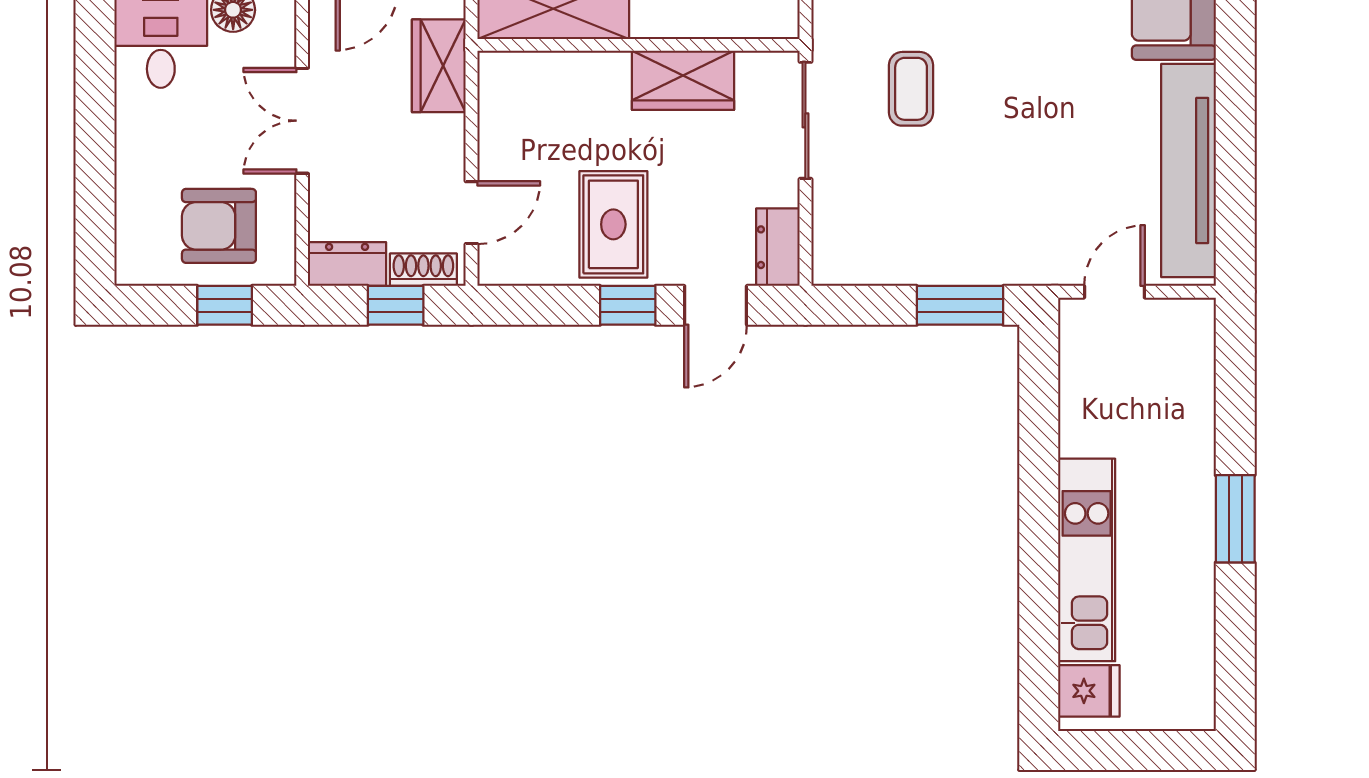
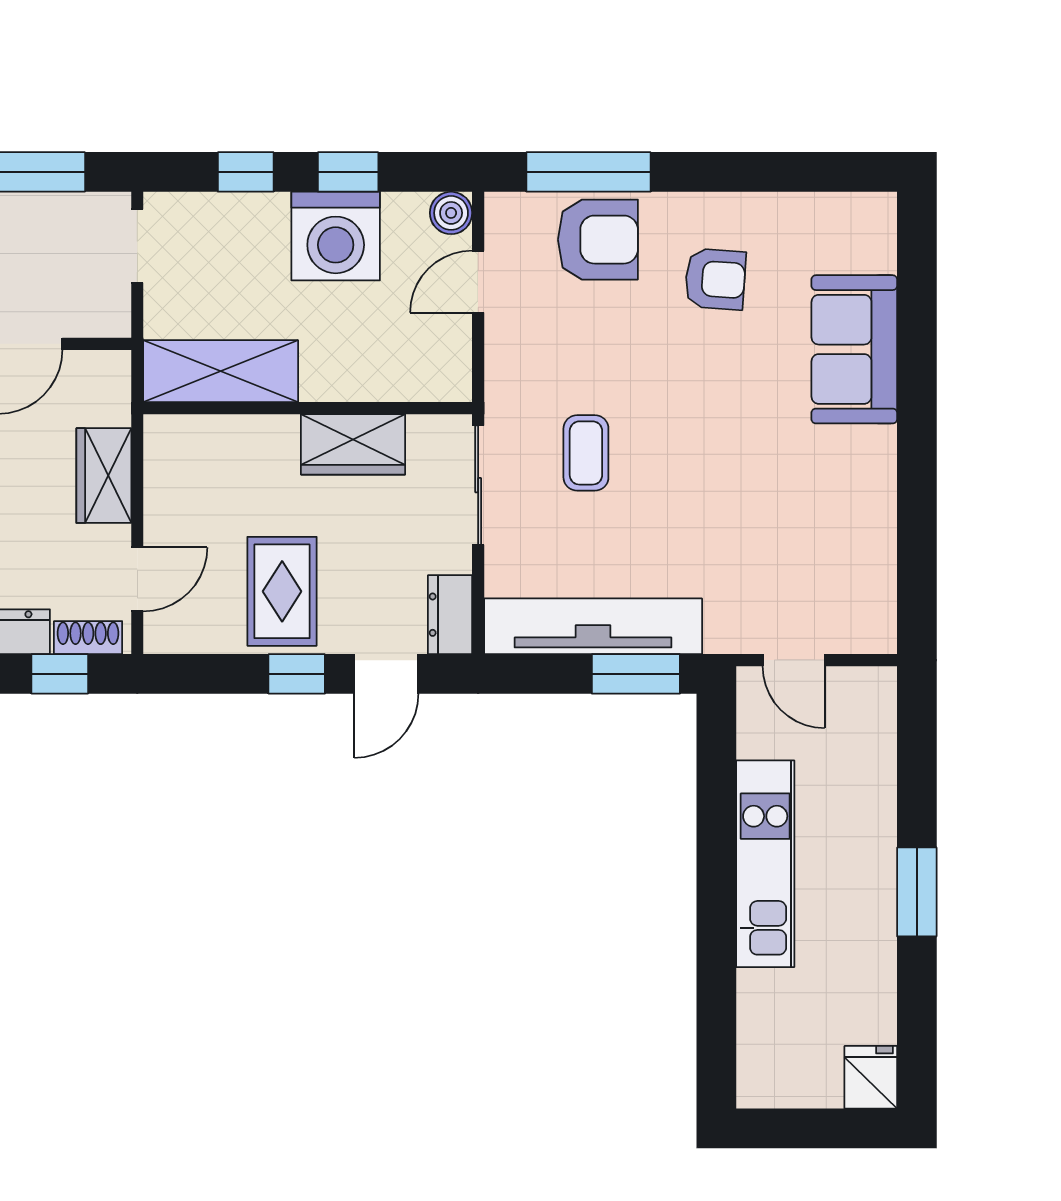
wardrobe: (439, 66) -> (104, 476), moved
tv unit: (1188, 170) -> (593, 626), moved, turned 90
door: (1114, 292) -> (794, 660), swing flipped
kitchen unit: (1087, 560) -> (765, 864), moved
fridge: (1089, 691) -> (871, 1077), moved, turned -90

